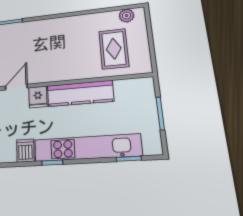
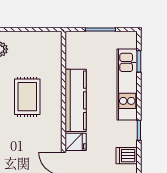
rug: (114, 49) -> (27, 97), moved, turned 90
kitchen unit: (87, 148) -> (127, 85), width x0.73

